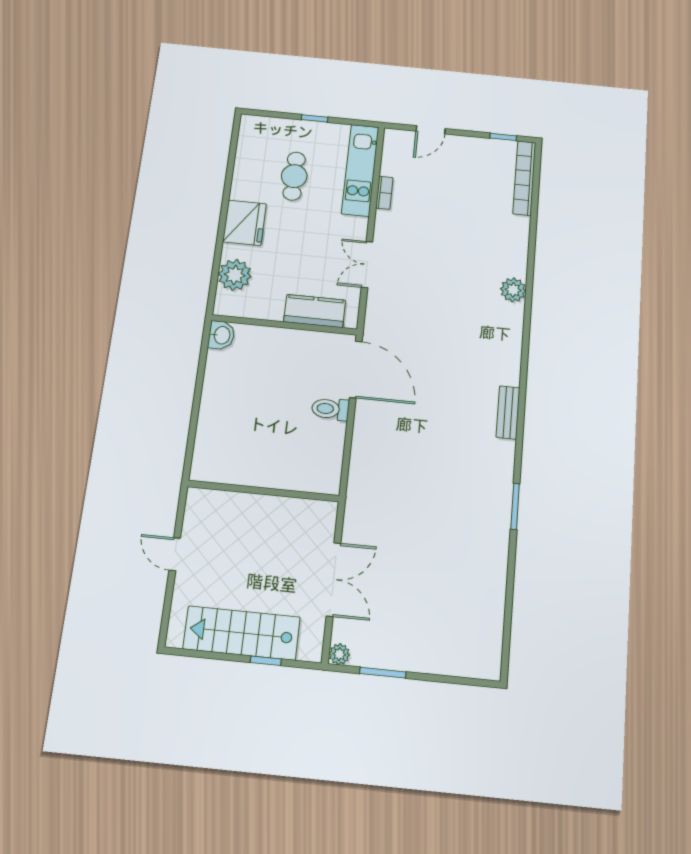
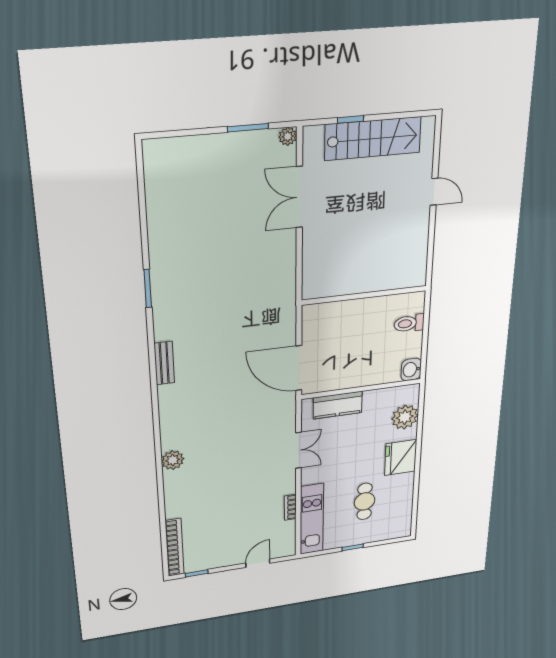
toilet: (330, 409) -> (409, 323), moved, turned 180
wall: (263, 491) -> (364, 295), moved

